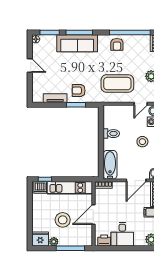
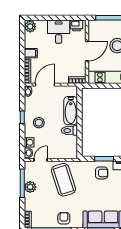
coffee table: (117, 84) -> (63, 180), turned 72
bathtub: (110, 165) -> (71, 111), moved

